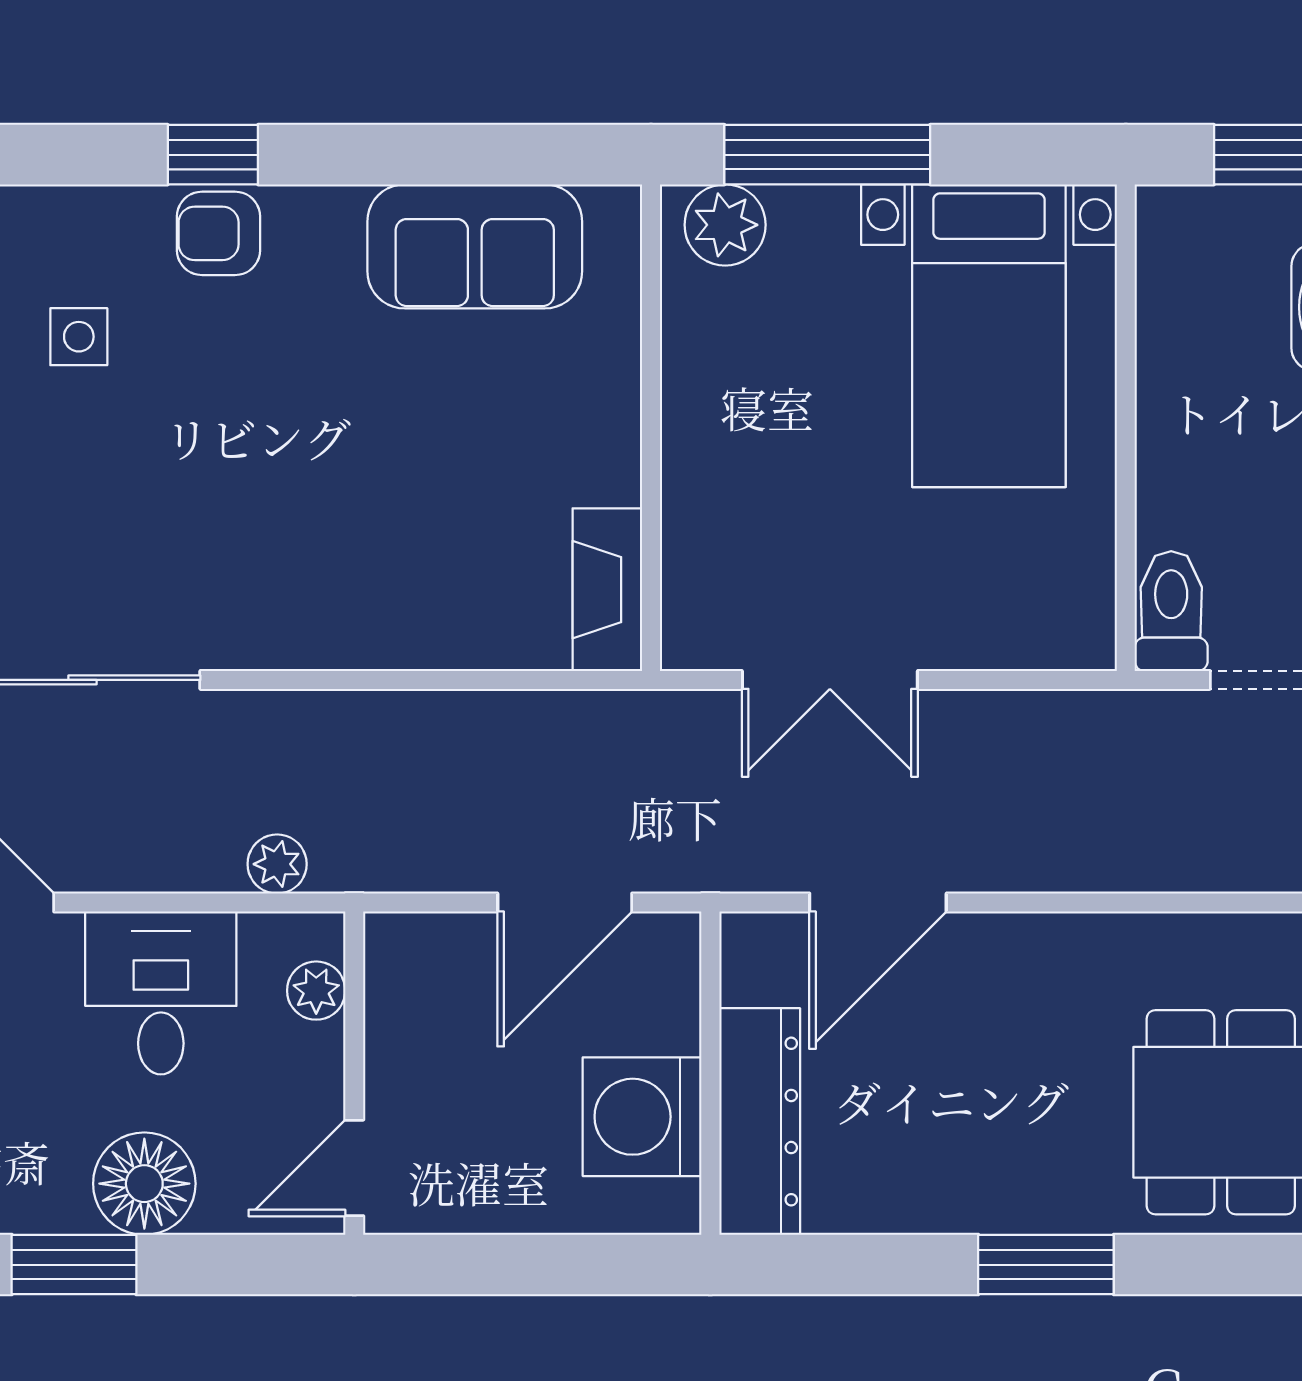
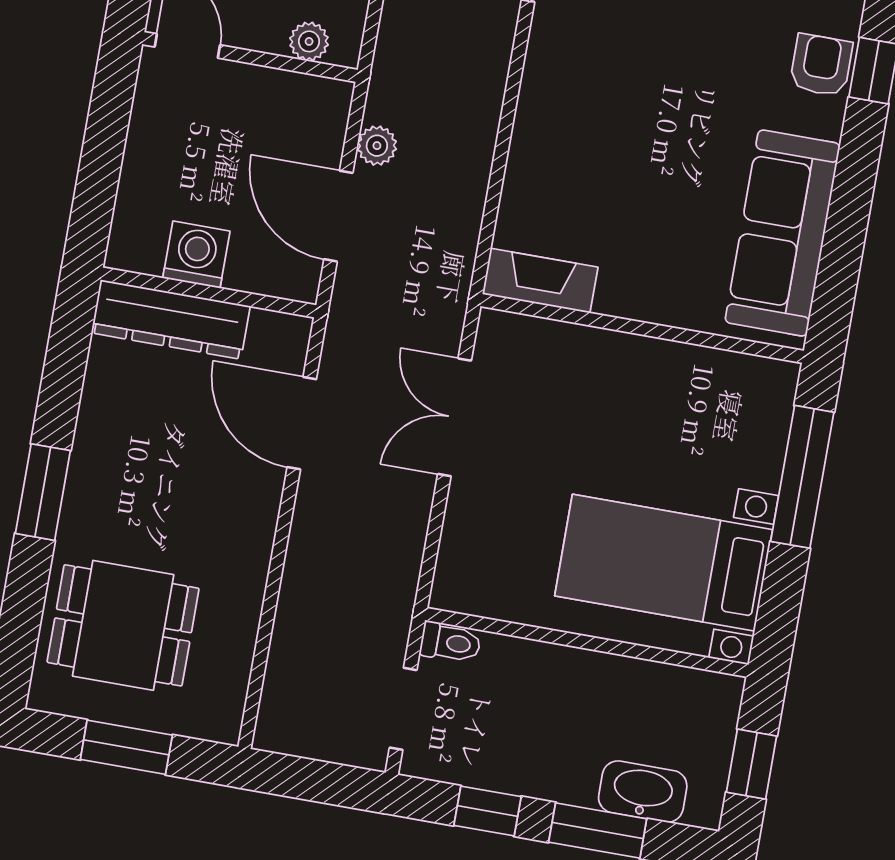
plant: (725, 225) -> (768, 401), removed
sofa: (475, 246) -> (783, 233), width x1.36
toilet: (1171, 611) -> (450, 643), width x0.73, depth x0.72
plant: (277, 864) -> (377, 146), moved
washing machine: (642, 1117) -> (196, 255), width x0.73, depth x0.73

